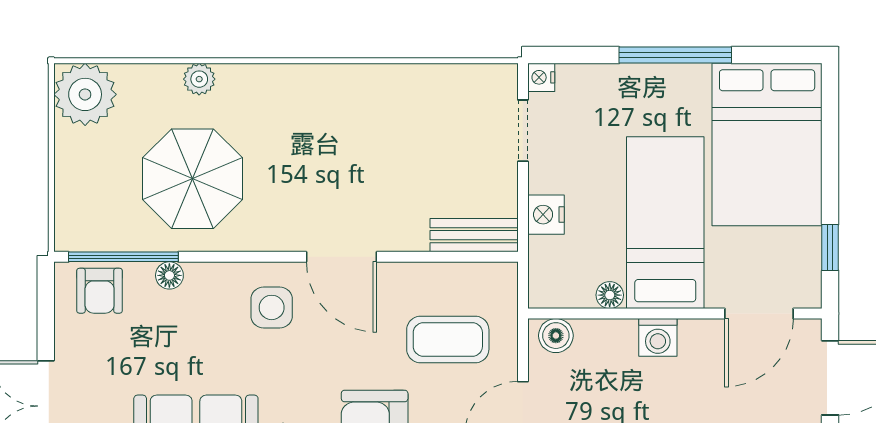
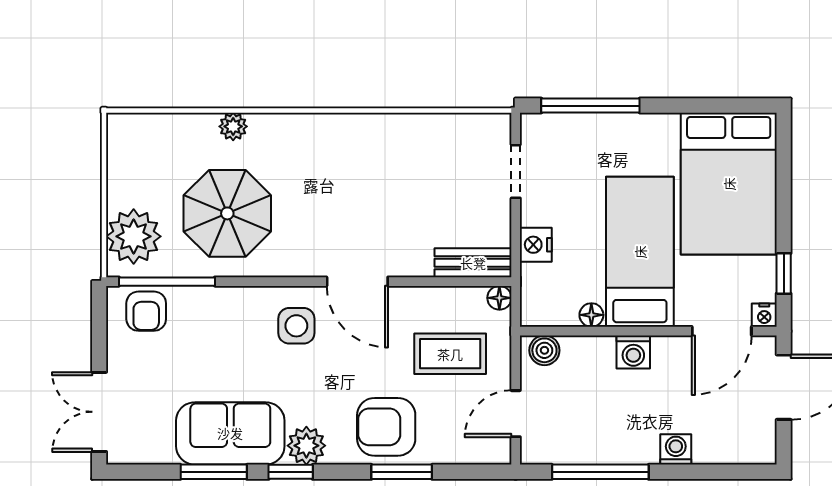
window: (675, 55) -> (590, 106), moved
nightstand: (541, 77) -> (764, 315), moved, turned -90
plant: (85, 94) -> (134, 236), moved
floor lamp: (169, 275) -> (499, 298), moved

